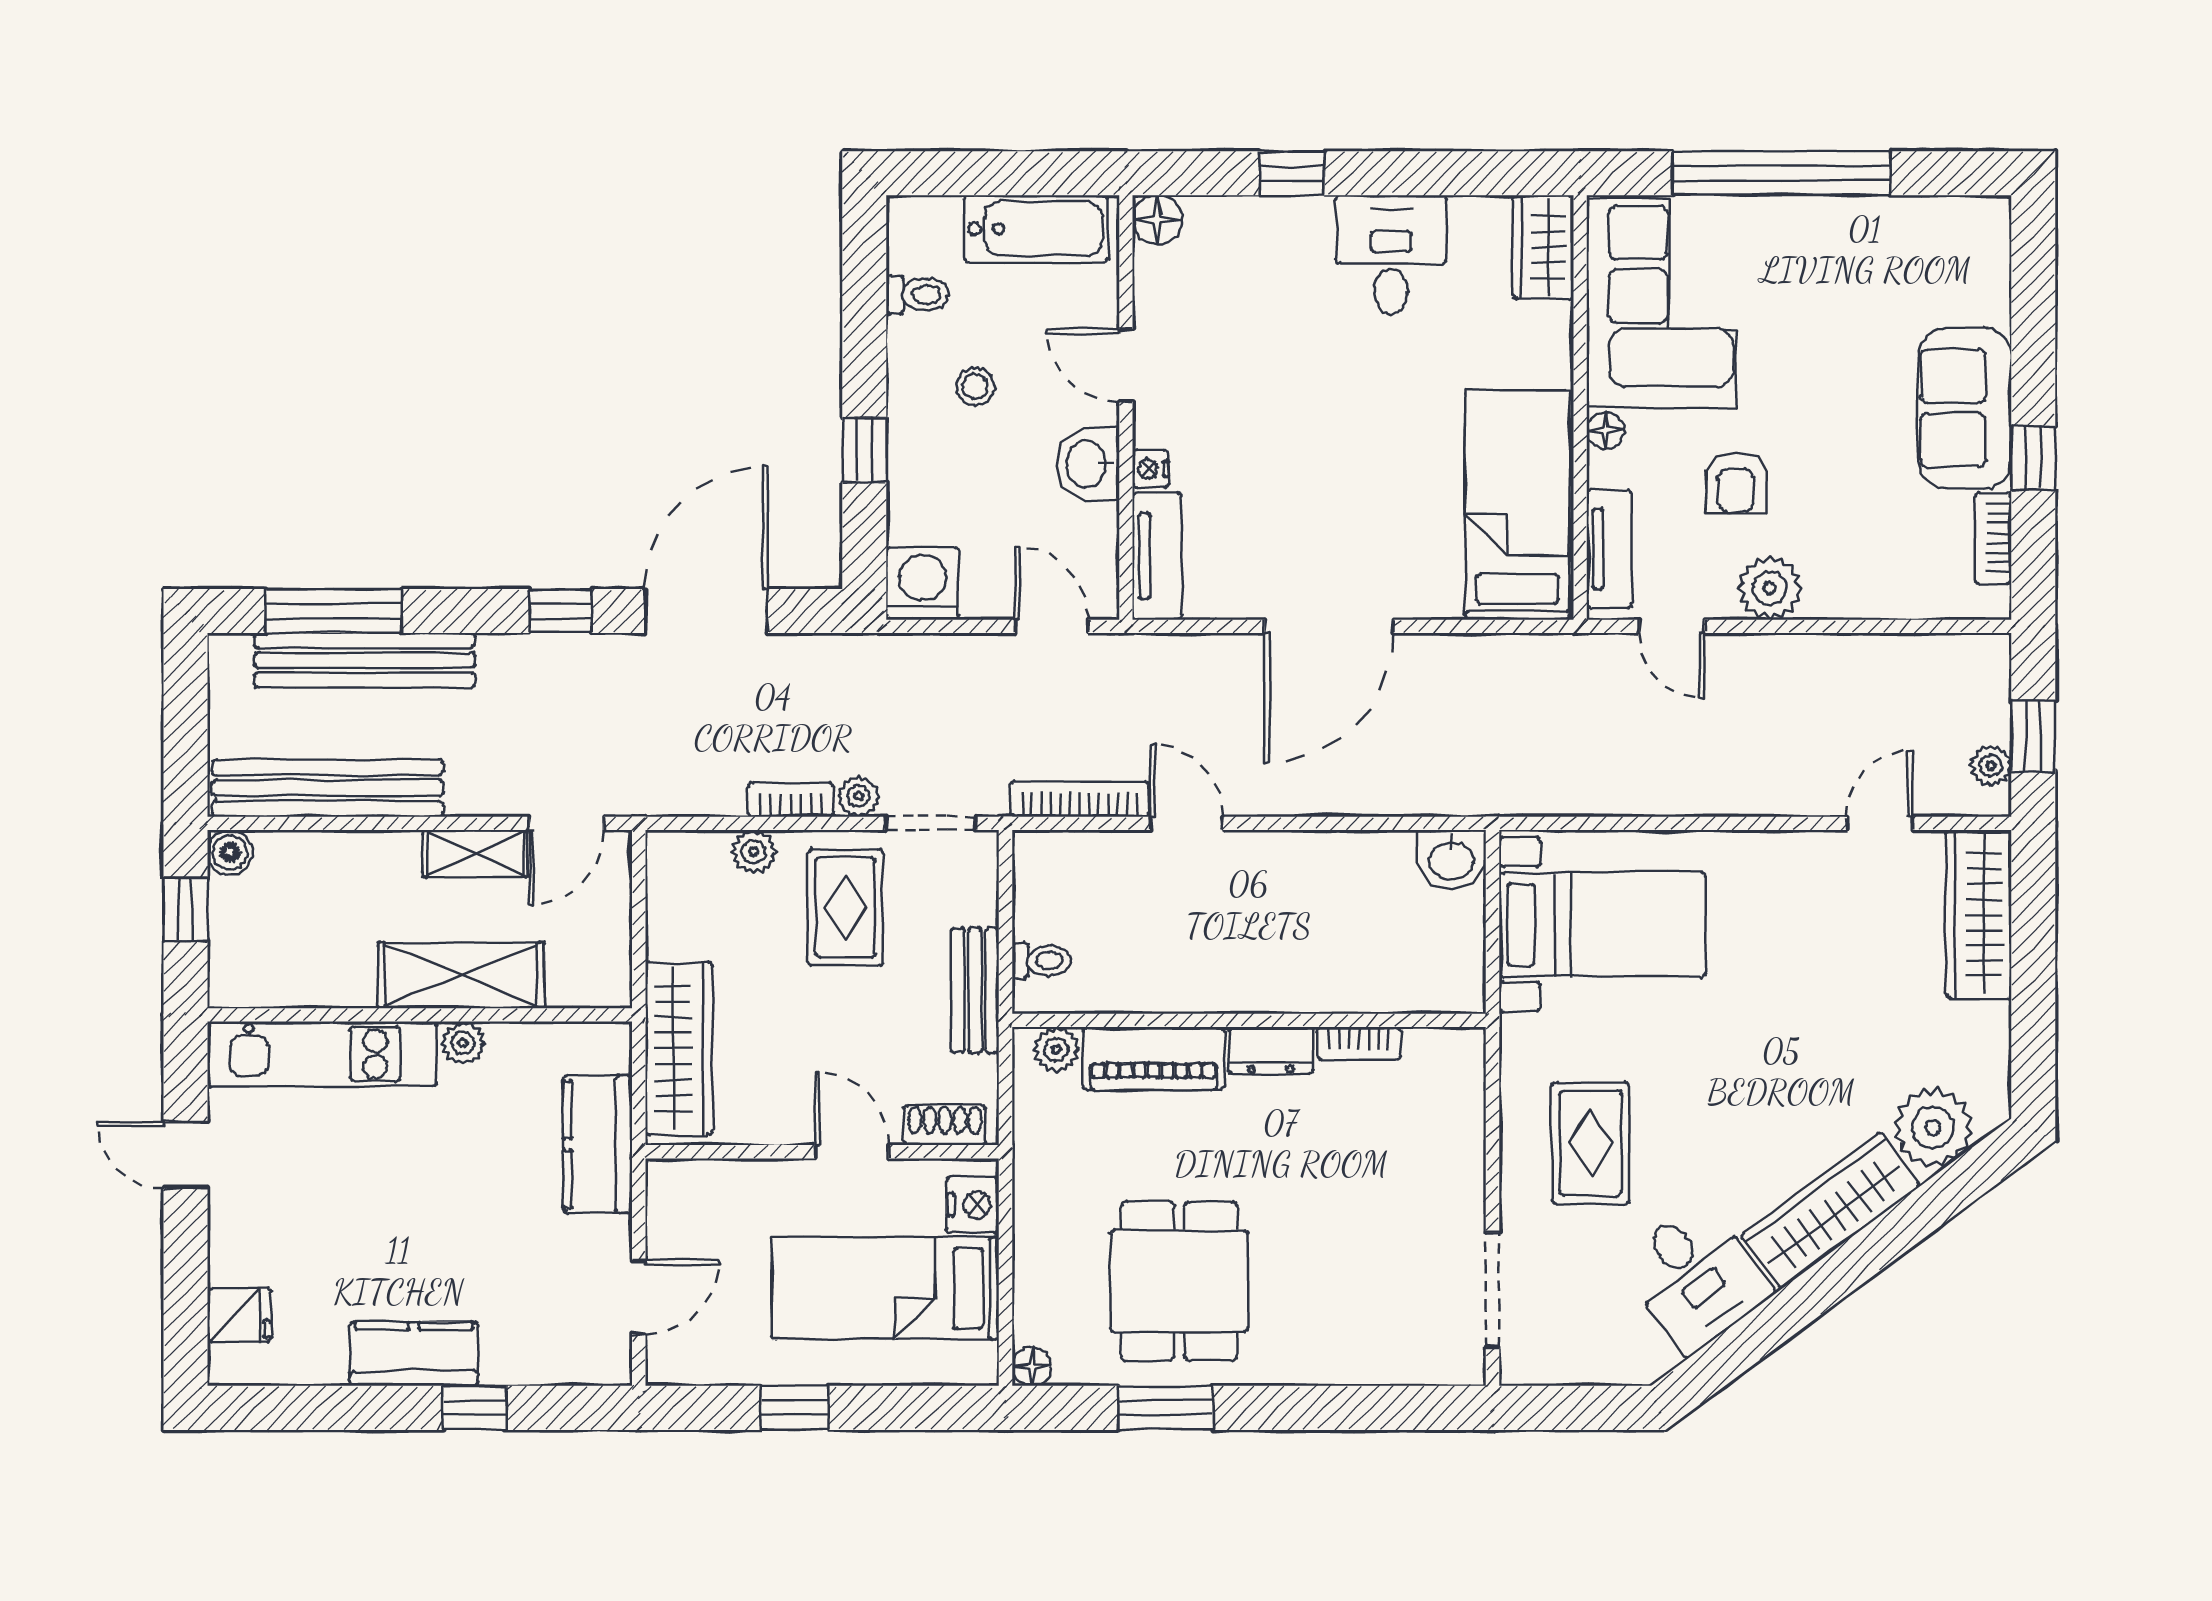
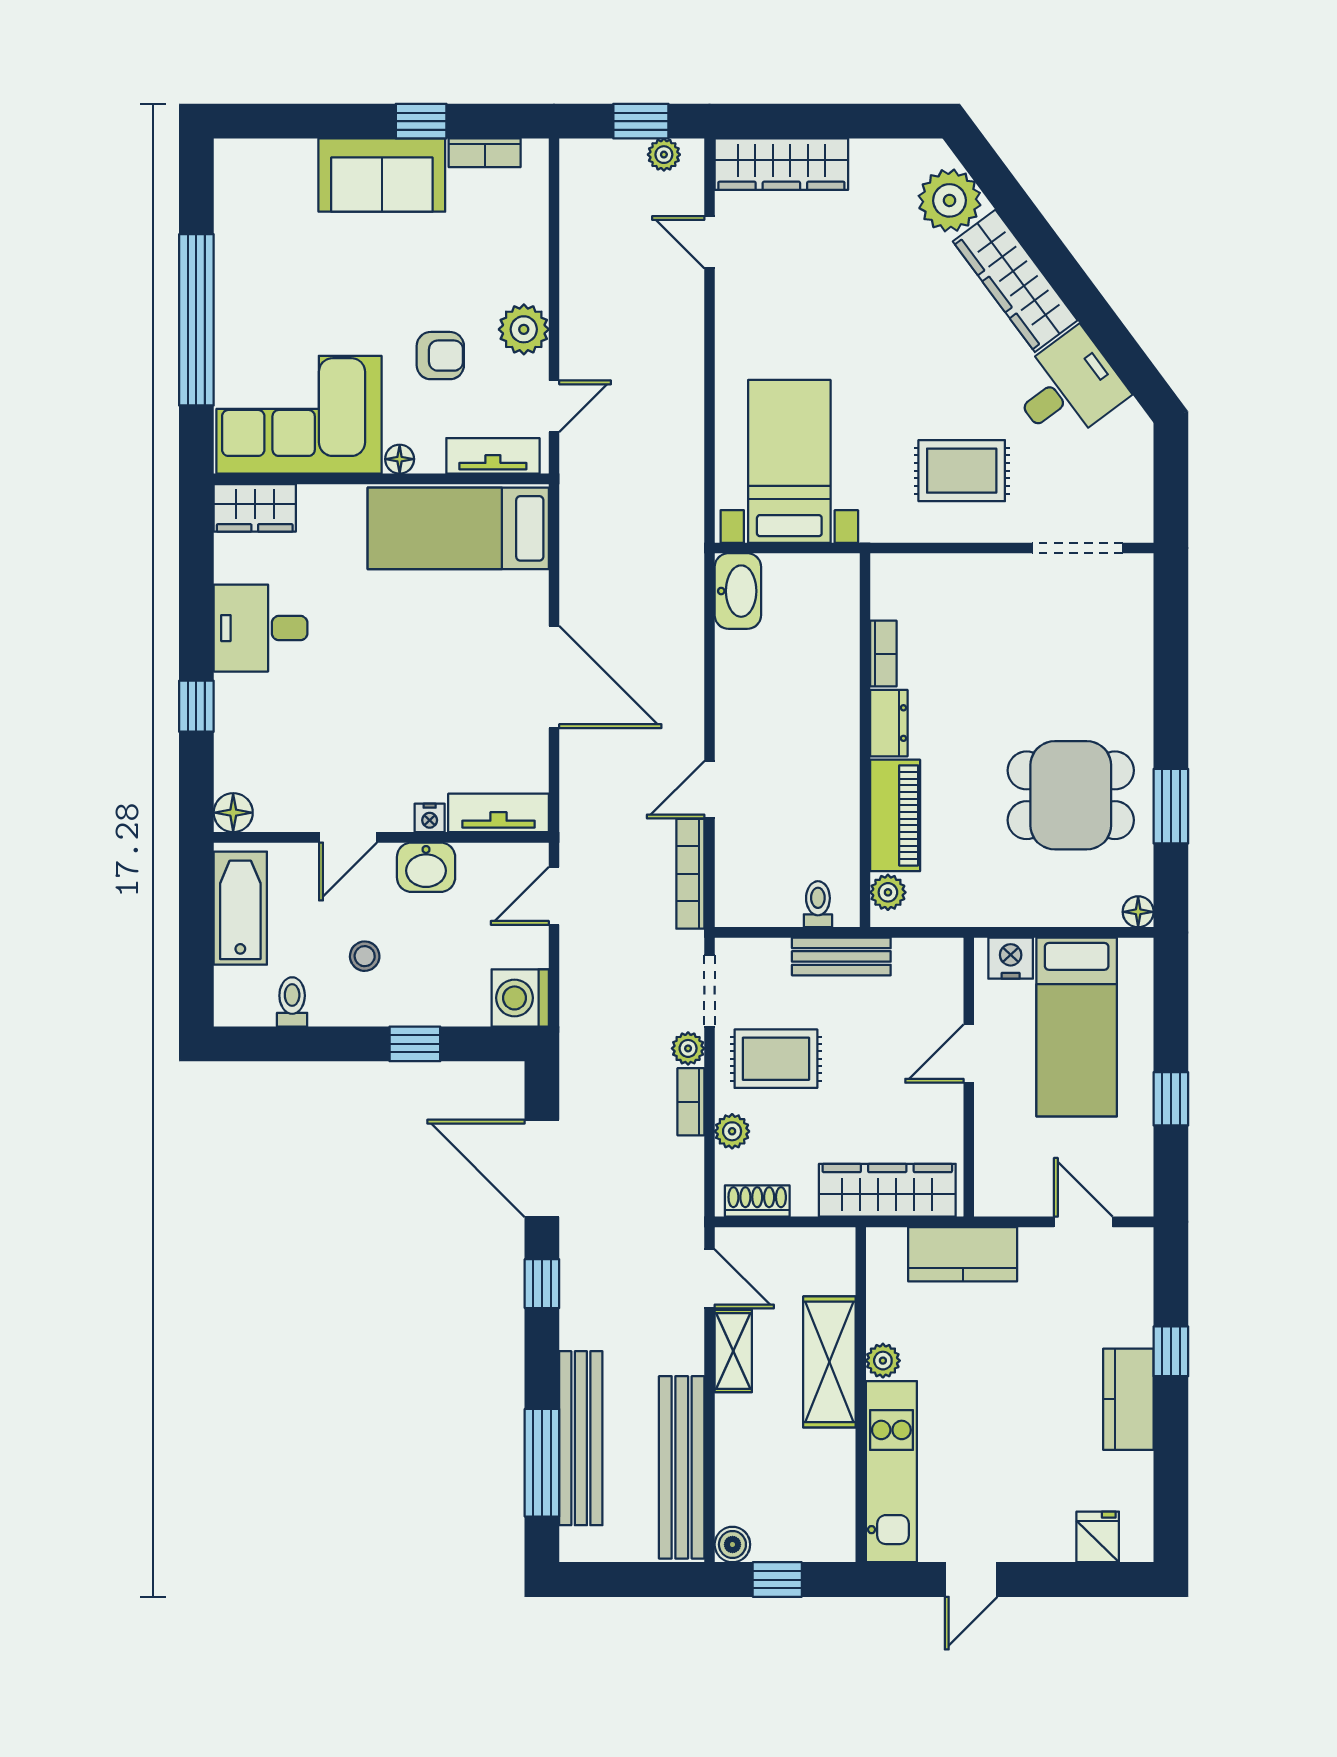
washbasin: (1451, 859) -> (738, 591), width x1.38
shoe rack: (945, 1125) -> (757, 1201), moved, turned 90

